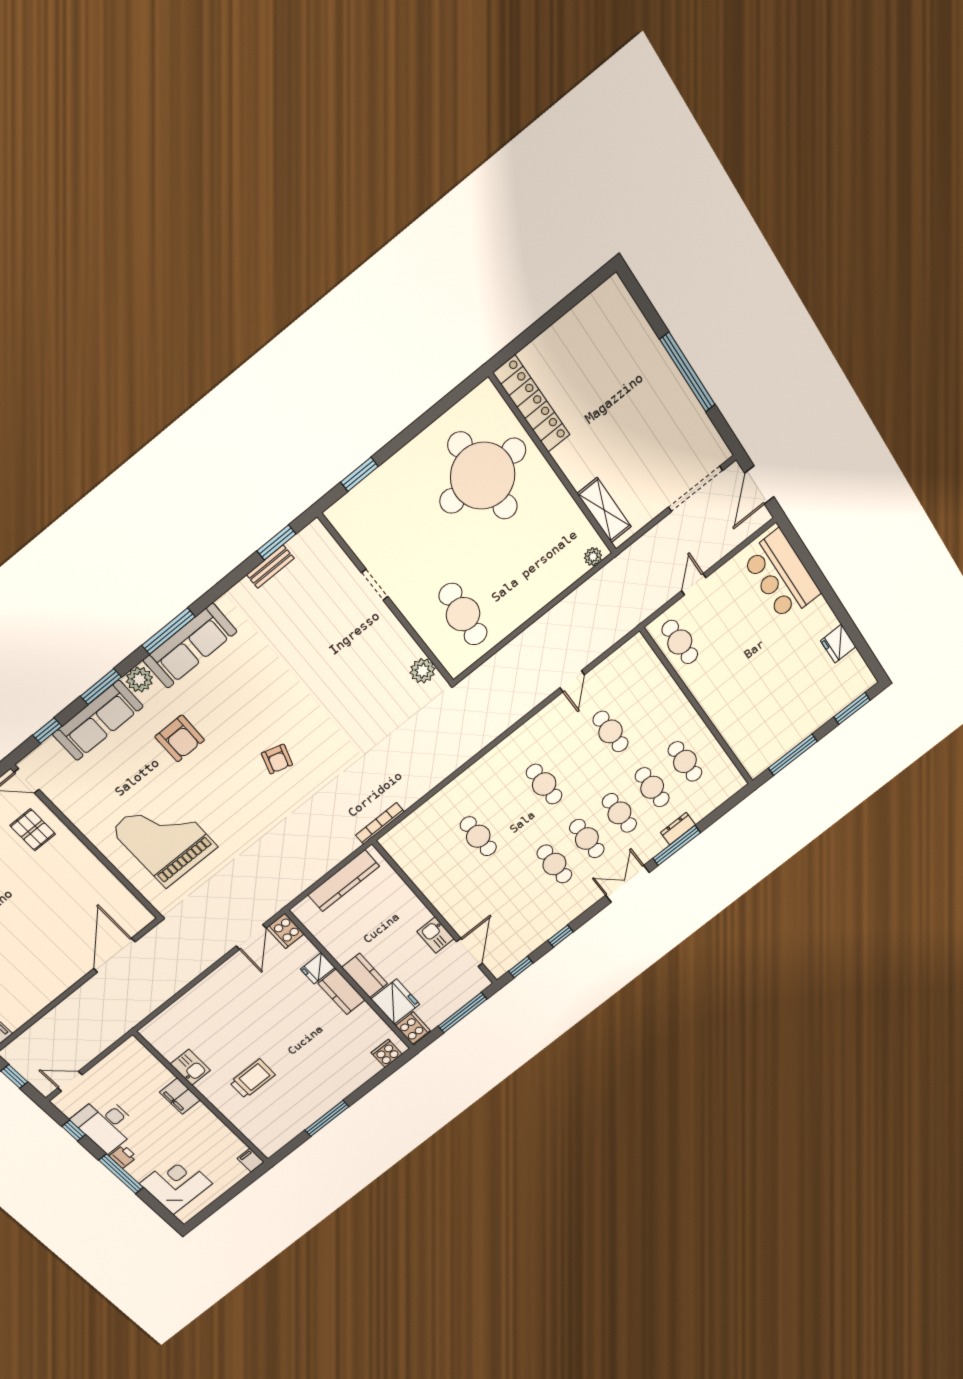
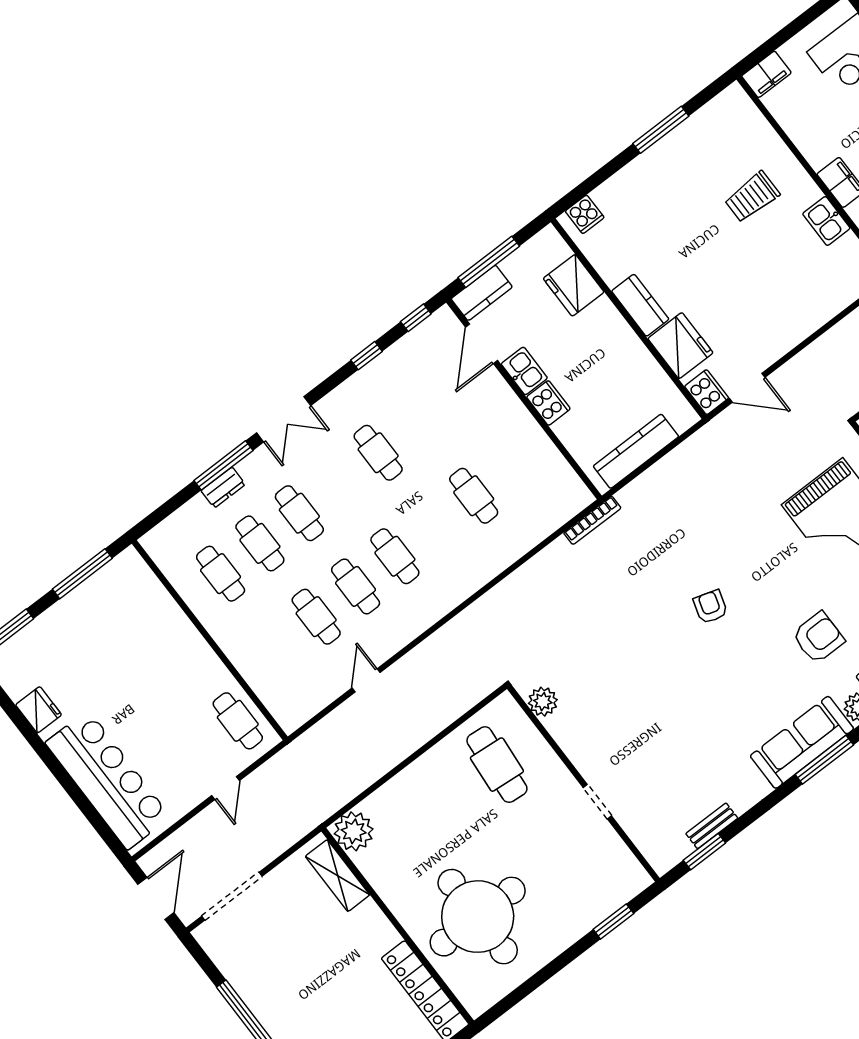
plant: (593, 557) -> (354, 831), width x1.88, depth x1.88
bar counter: (781, 575) -> (108, 780), width x1.36
armchair: (180, 738) -> (818, 638), turned 90
cafe table: (587, 839) -> (356, 586), moved
door: (251, 937) -> (747, 388), swing flipped
fridge: (318, 968) -> (680, 346), width x1.88, depth x1.34
kitchen counter: (365, 976) -> (482, 293), moved, turned -90
cooker: (413, 1028) -> (548, 403), moved, turned 180
filing cabinet: (251, 1160) -> (766, 74), width x2.00

